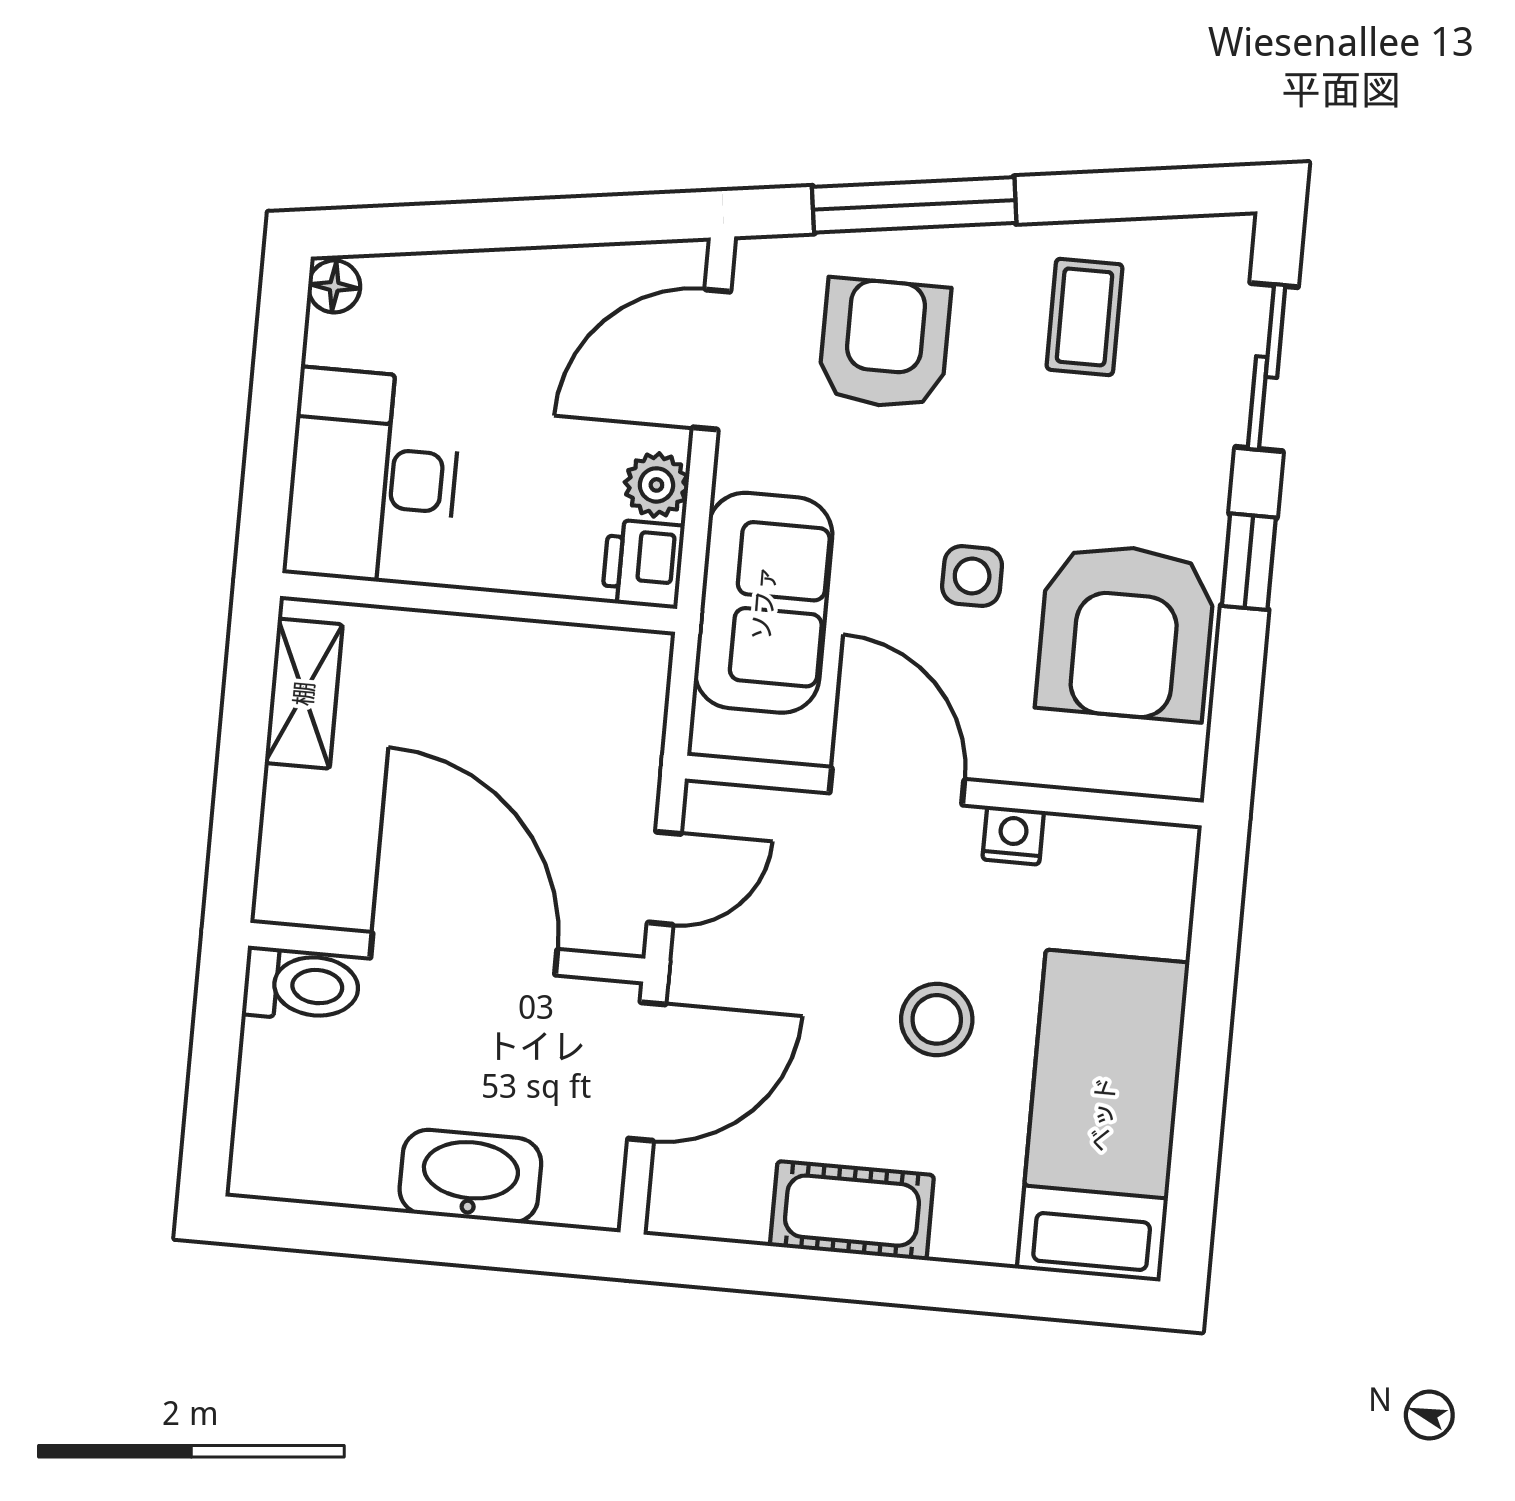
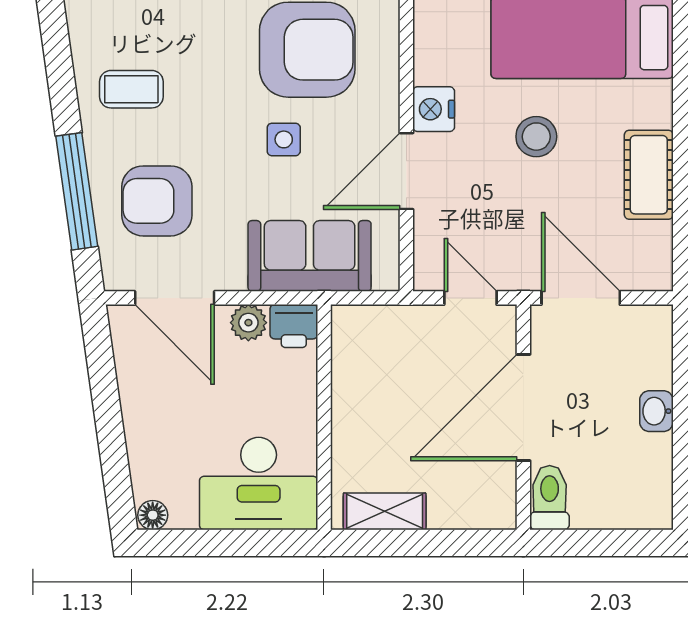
nightstand: (1013, 835) -> (434, 109), width x1.39, depth x1.35
washbasin: (470, 1176) -> (656, 411), width x0.52, depth x0.69

